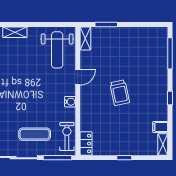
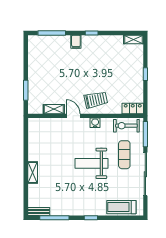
shelving: (85, 38) -> (54, 109), moved
weight bench: (57, 50) -> (91, 163), moved, turned 180
trolley: (120, 93) -> (96, 100), moved
filing cabinet: (160, 127) -> (76, 42), moved

